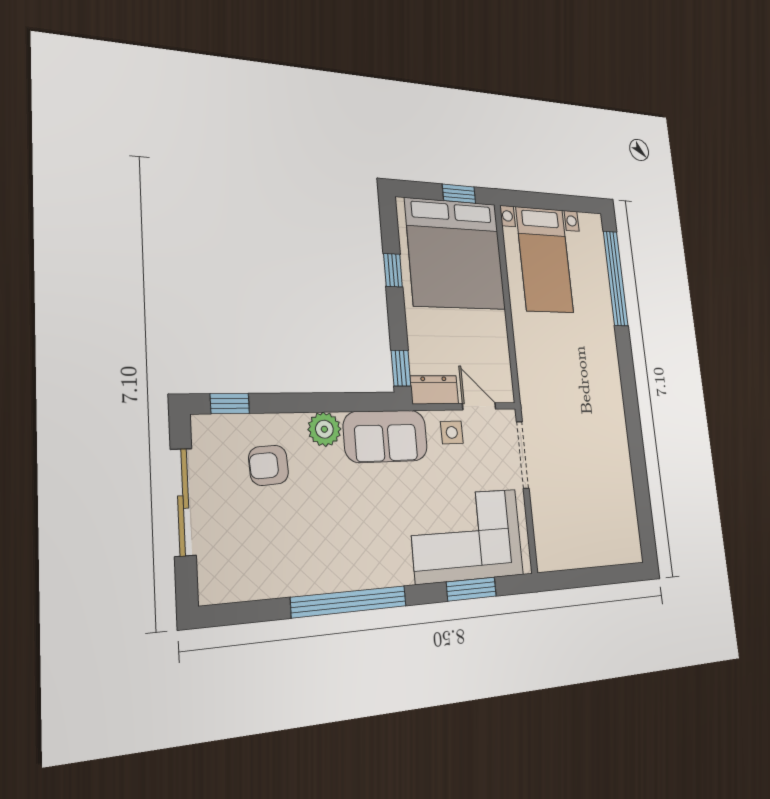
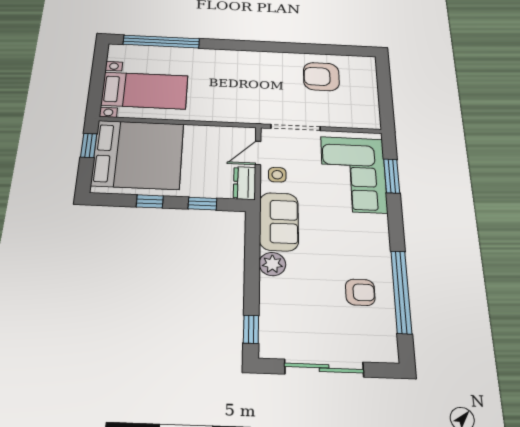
window: (401, 368) -> (202, 204), moved
armchair: (269, 465) -> (360, 292), moved, turned -87
armchair: (601, 488) -> (321, 77), added
window: (349, 602) -> (401, 292), moved

